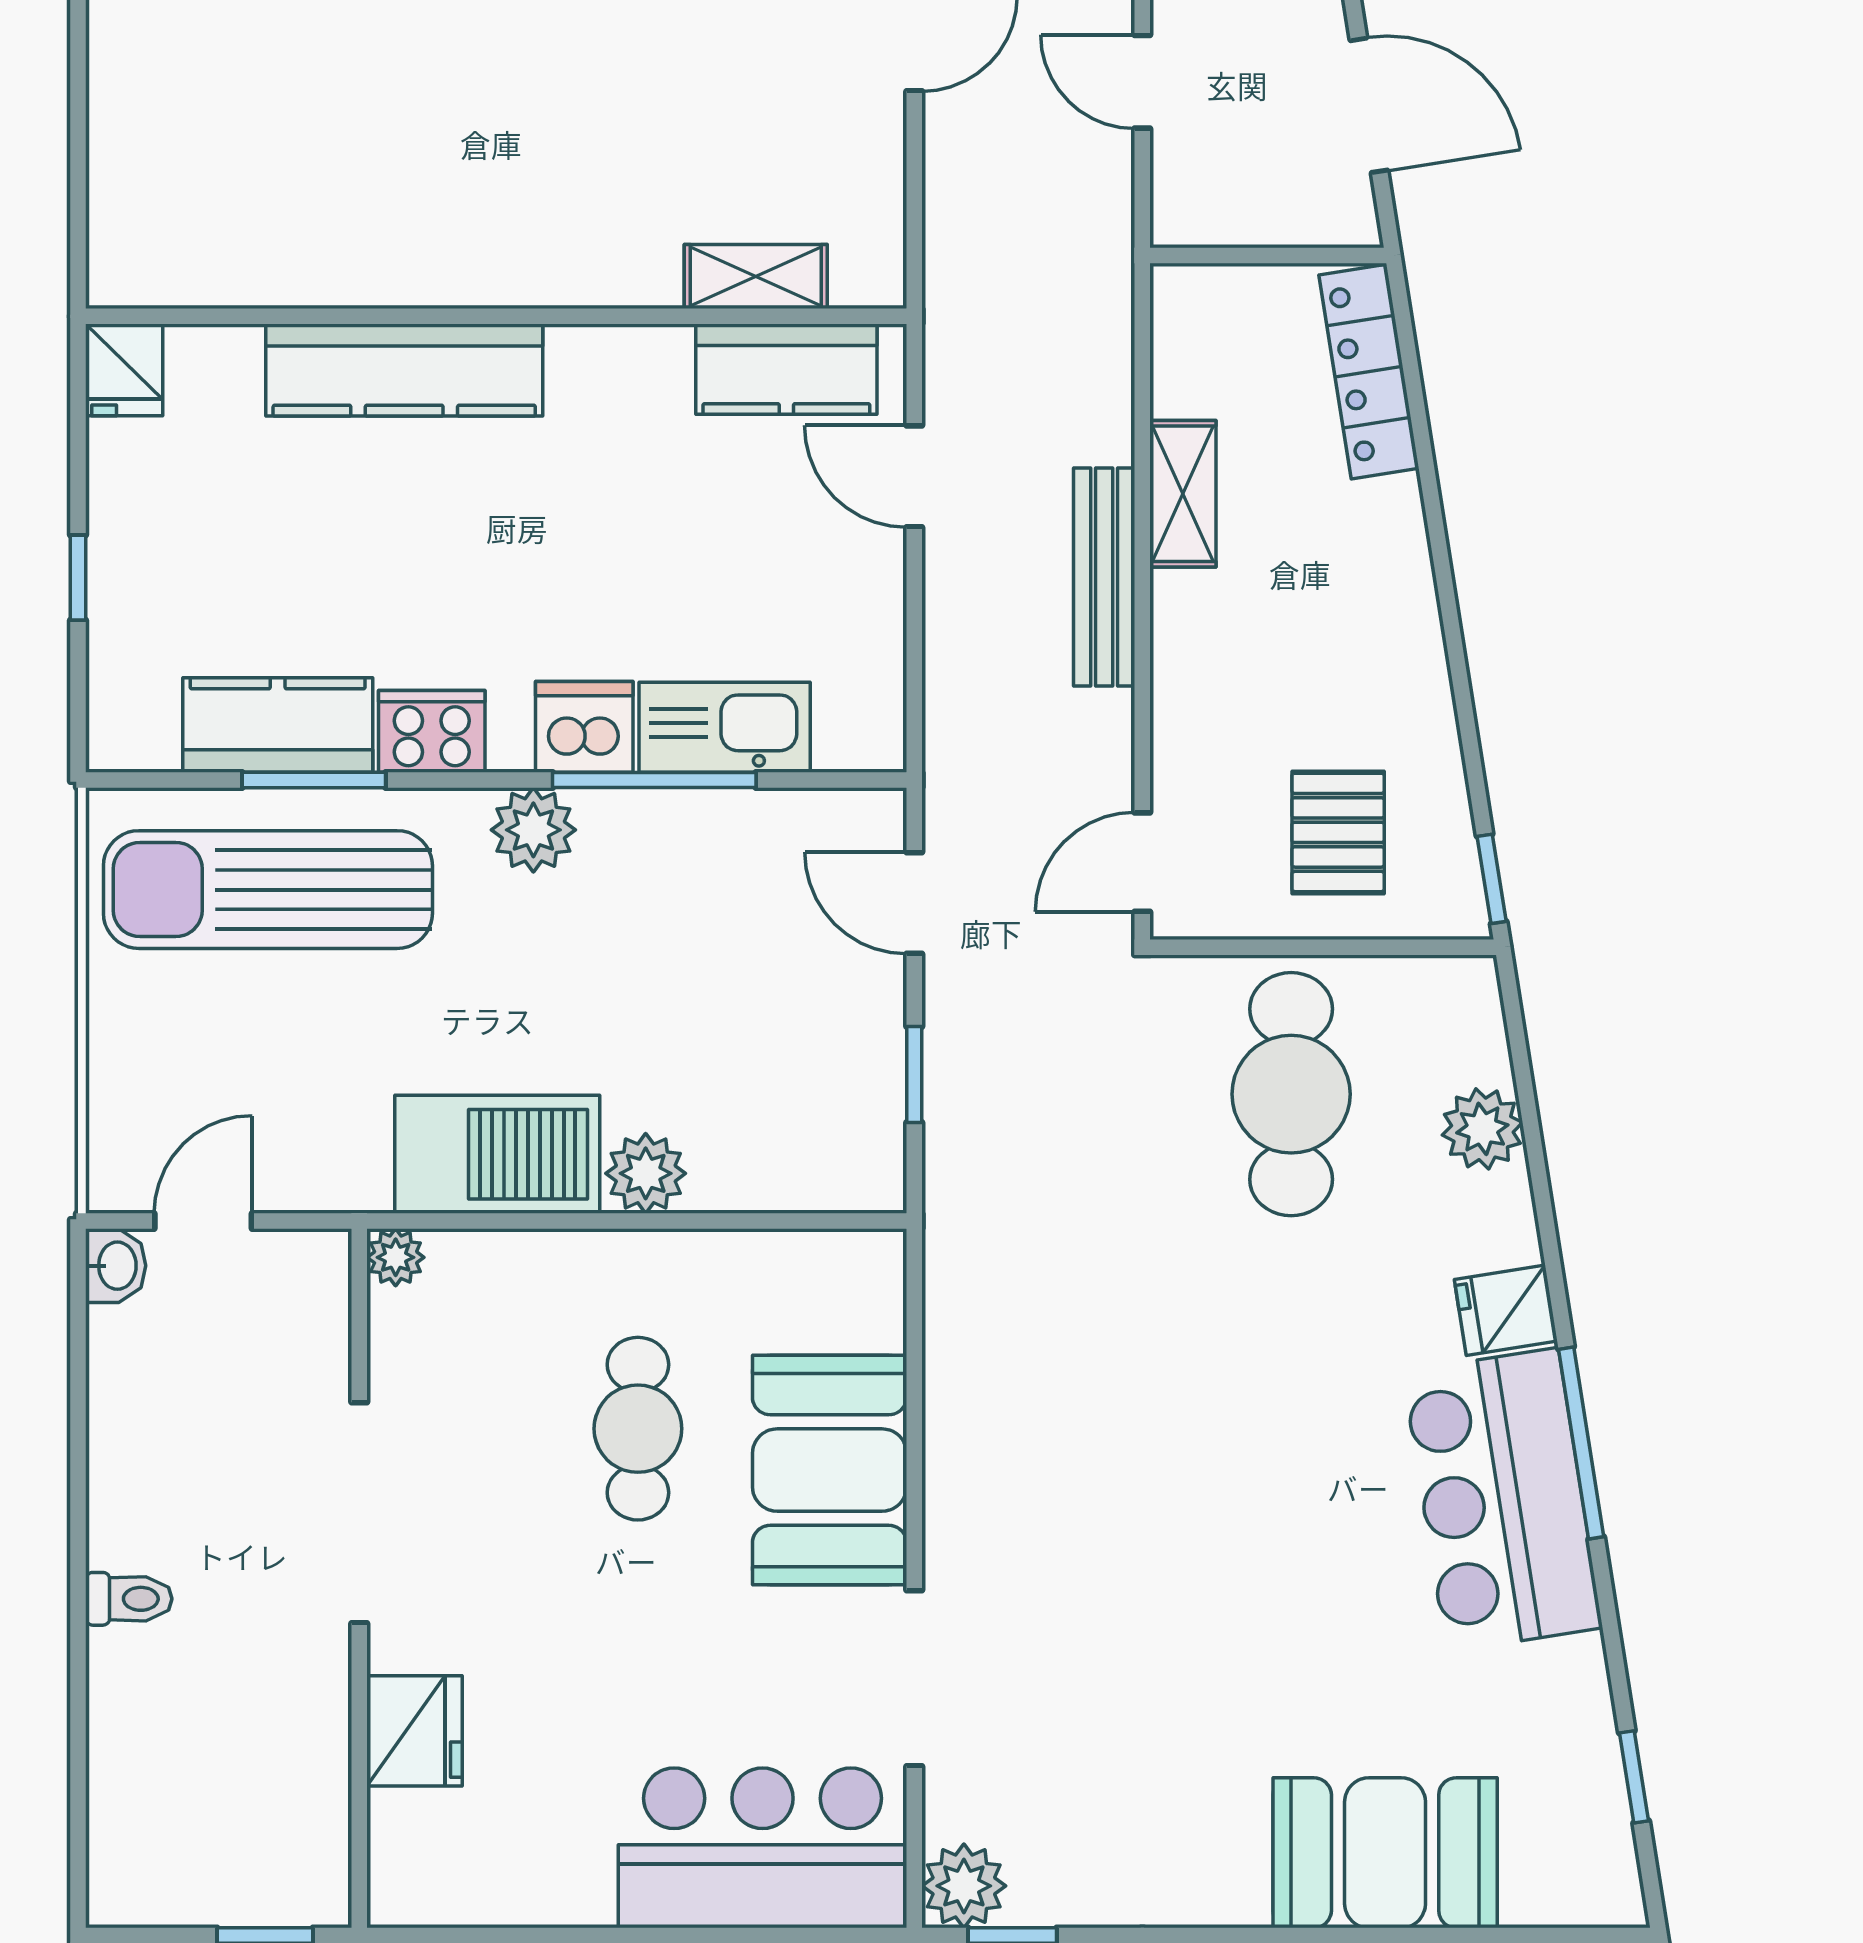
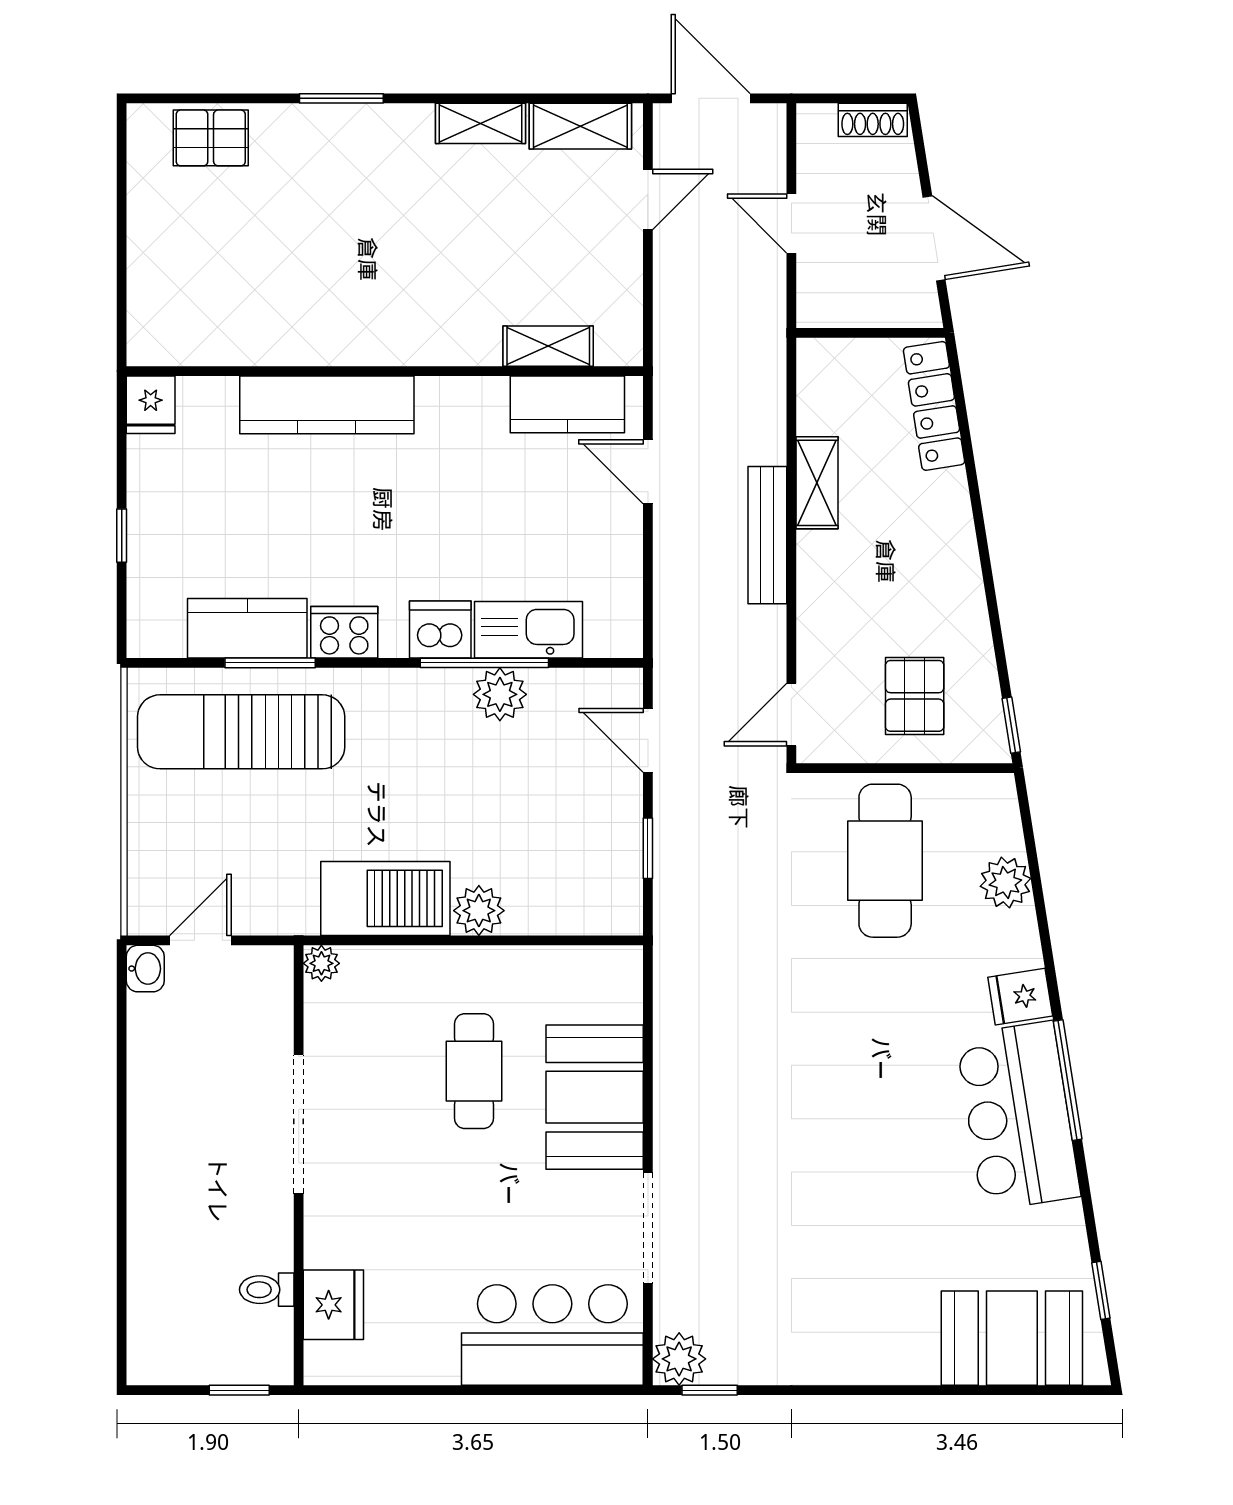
plant: (533, 830) -> (500, 694), moved
toilet: (129, 1599) -> (267, 1290), moved, turned 180
fridge: (415, 1731) -> (333, 1305), moved
booth: (1385, 1853) -> (1012, 1338), moved

